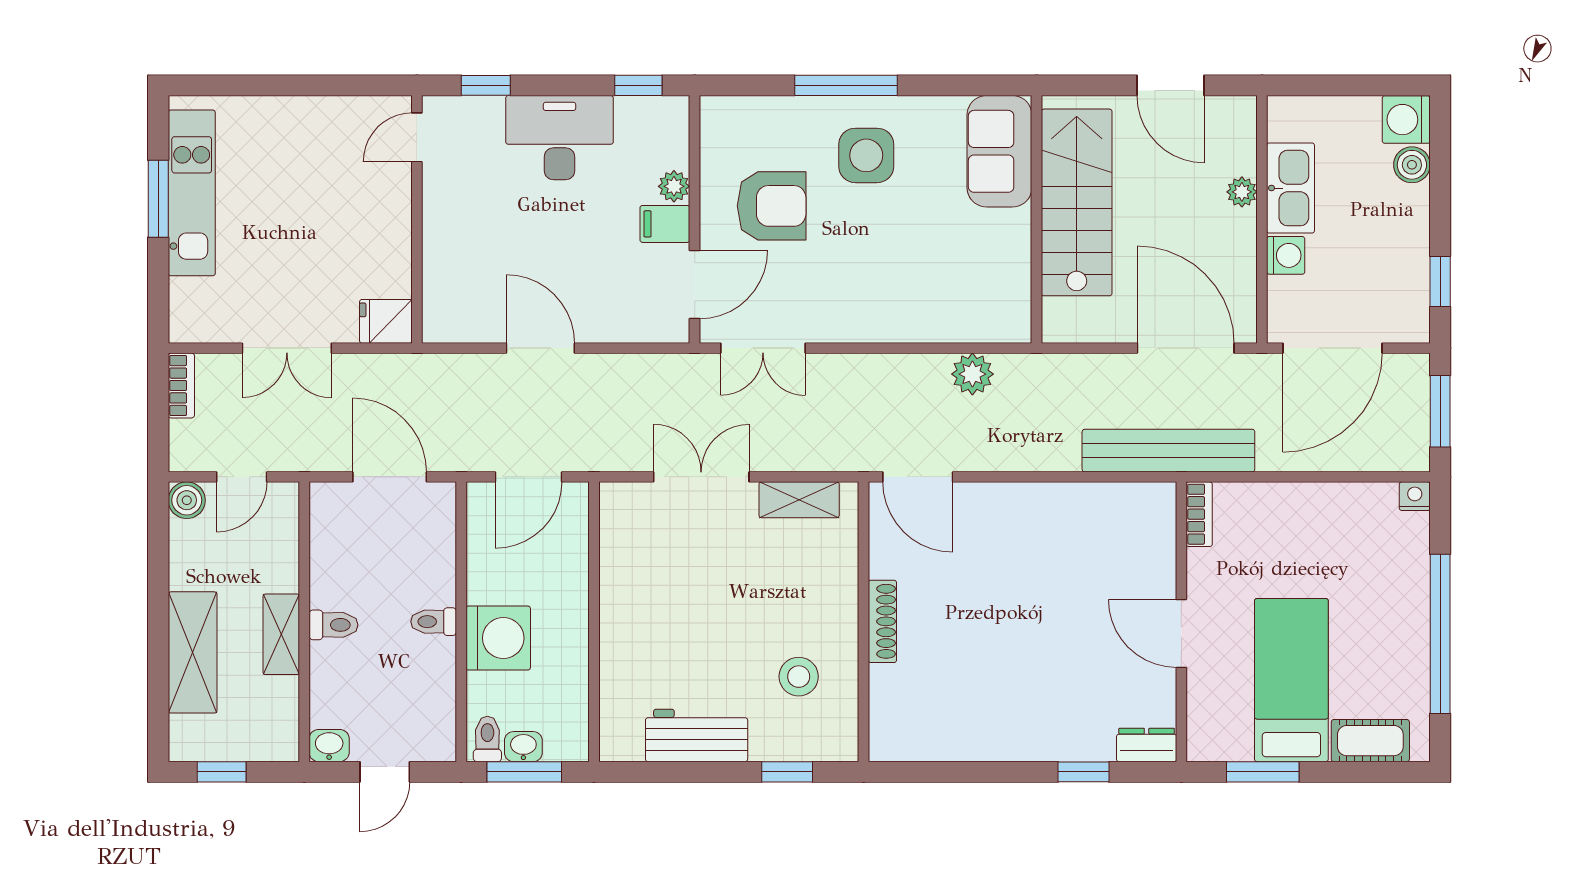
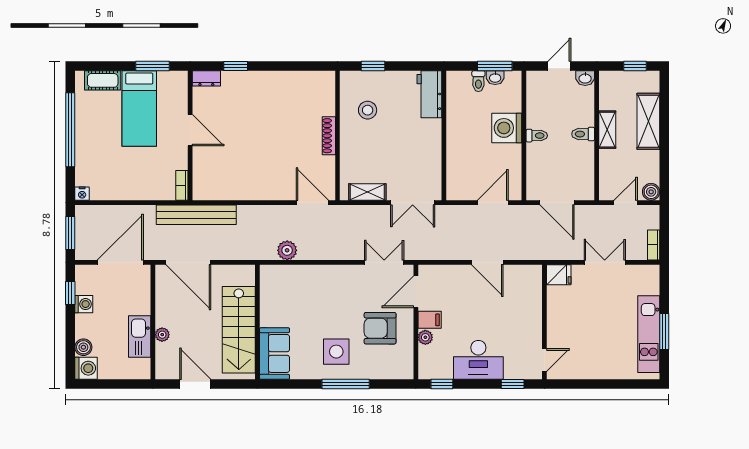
washing machine: (1286, 255) -> (84, 304), moved, turned 180
wall: (594, 622) -> (444, 135), moved
workbench: (697, 735) -> (429, 94), moved, turned 90
toilet: (487, 739) -> (478, 81), moved

